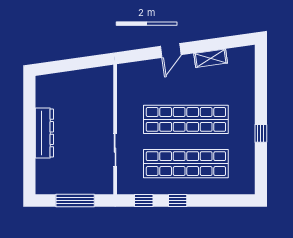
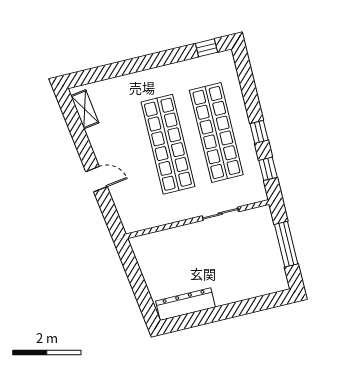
shelving: (211, 58) -> (85, 109), moved
dresser: (44, 133) -> (185, 304), moved
window: (261, 133) -> (206, 48), moved

